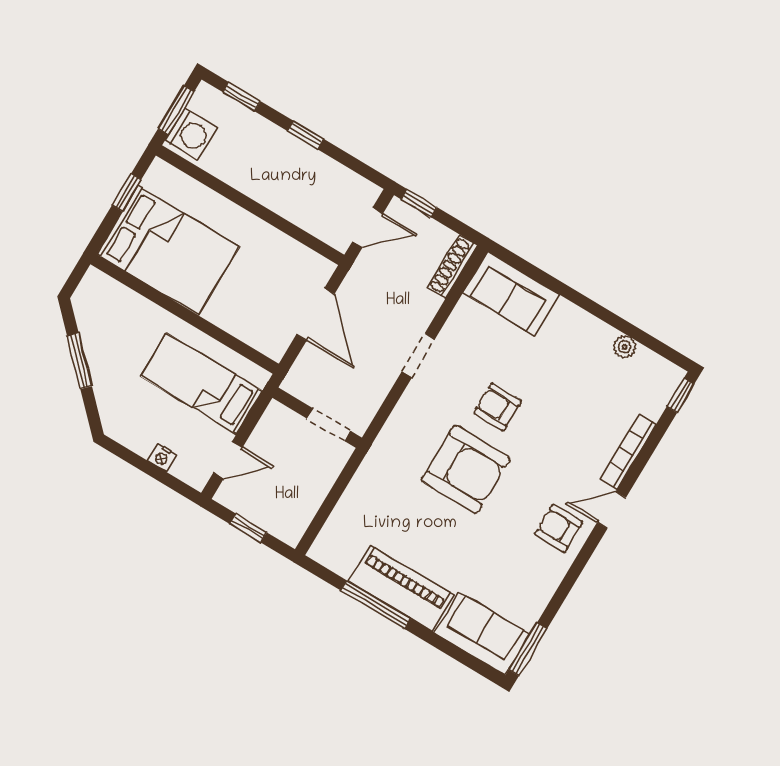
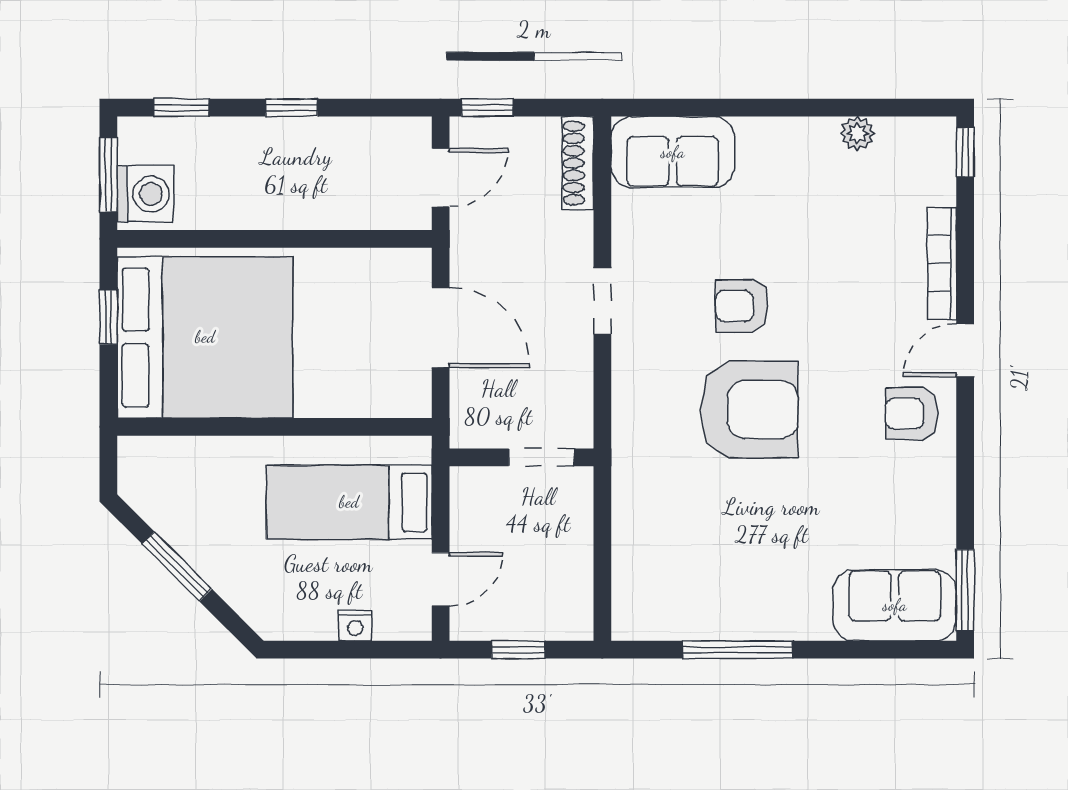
bed: (168, 250) -> (205, 337), width x1.36
piano: (401, 588) -> (758, 610), removed

